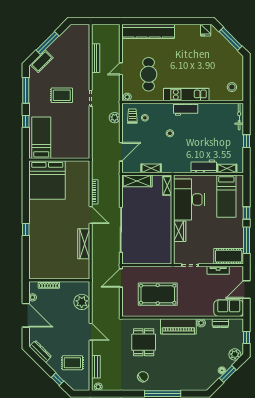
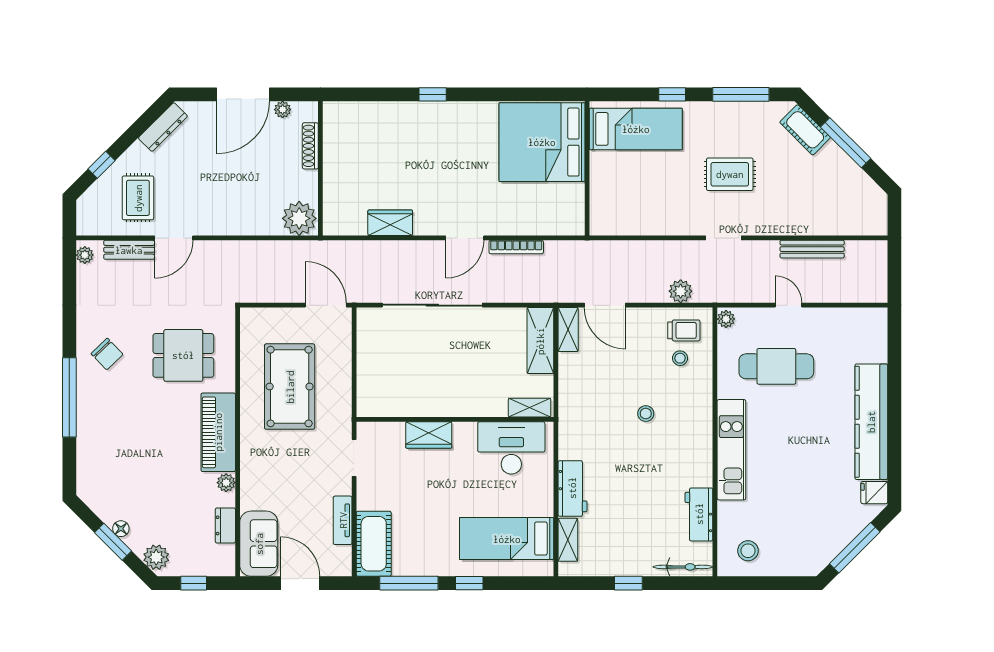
kitchen counter: (148, 31) -> (871, 422), moved
rug: (62, 95) -> (730, 174), turned 90
workbench: (186, 109) -> (699, 514), moved
shelving: (151, 168) -> (568, 330), moved
desk: (189, 200) -> (511, 448), width x0.73, depth x0.77
wardrobe: (84, 244) -> (390, 223), width x0.67
plant: (82, 302) -> (299, 218), moved
door: (91, 332) -> (174, 238), moved

